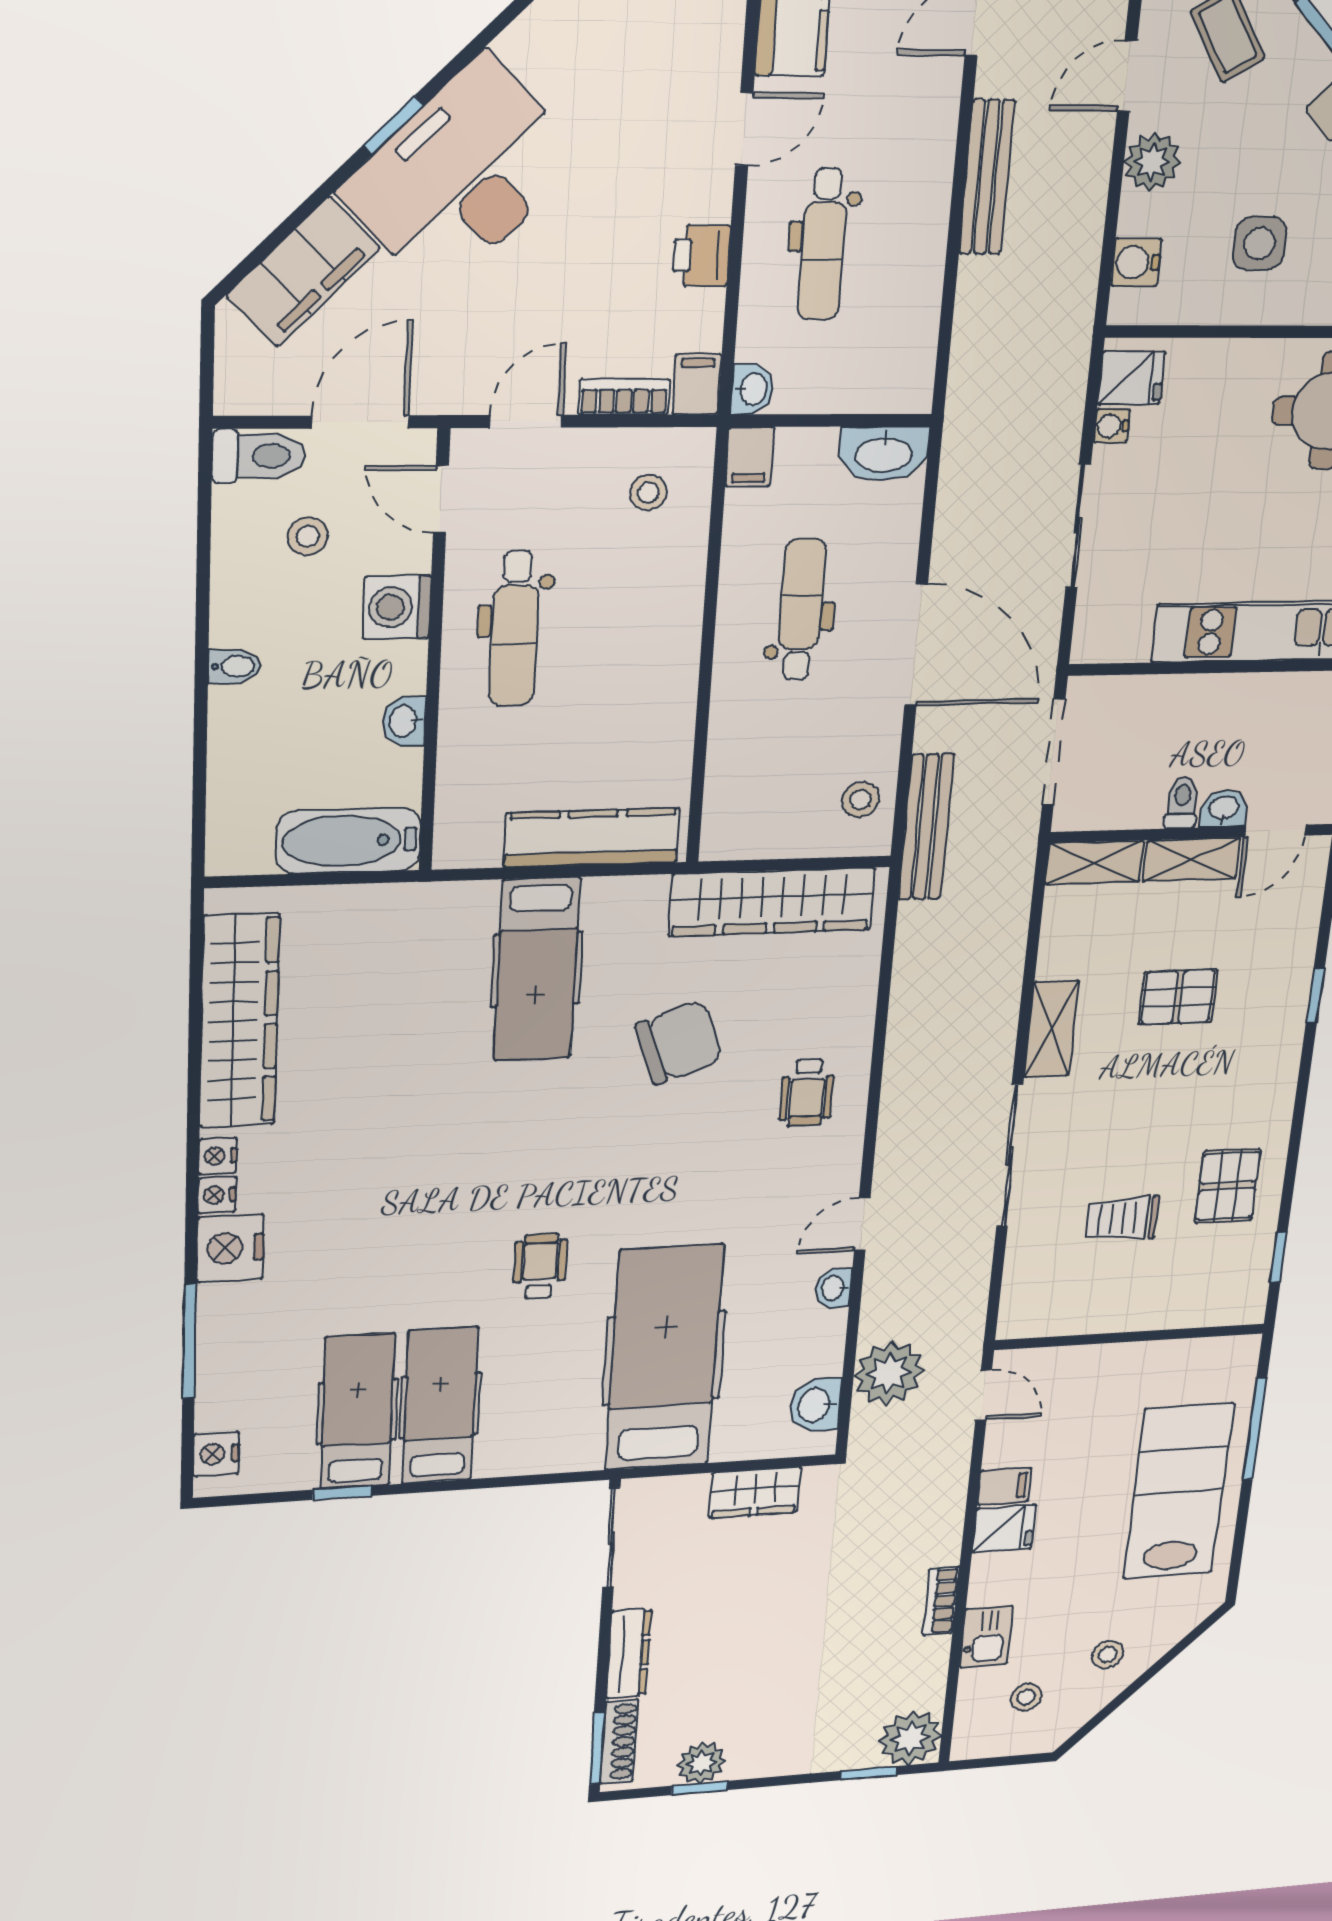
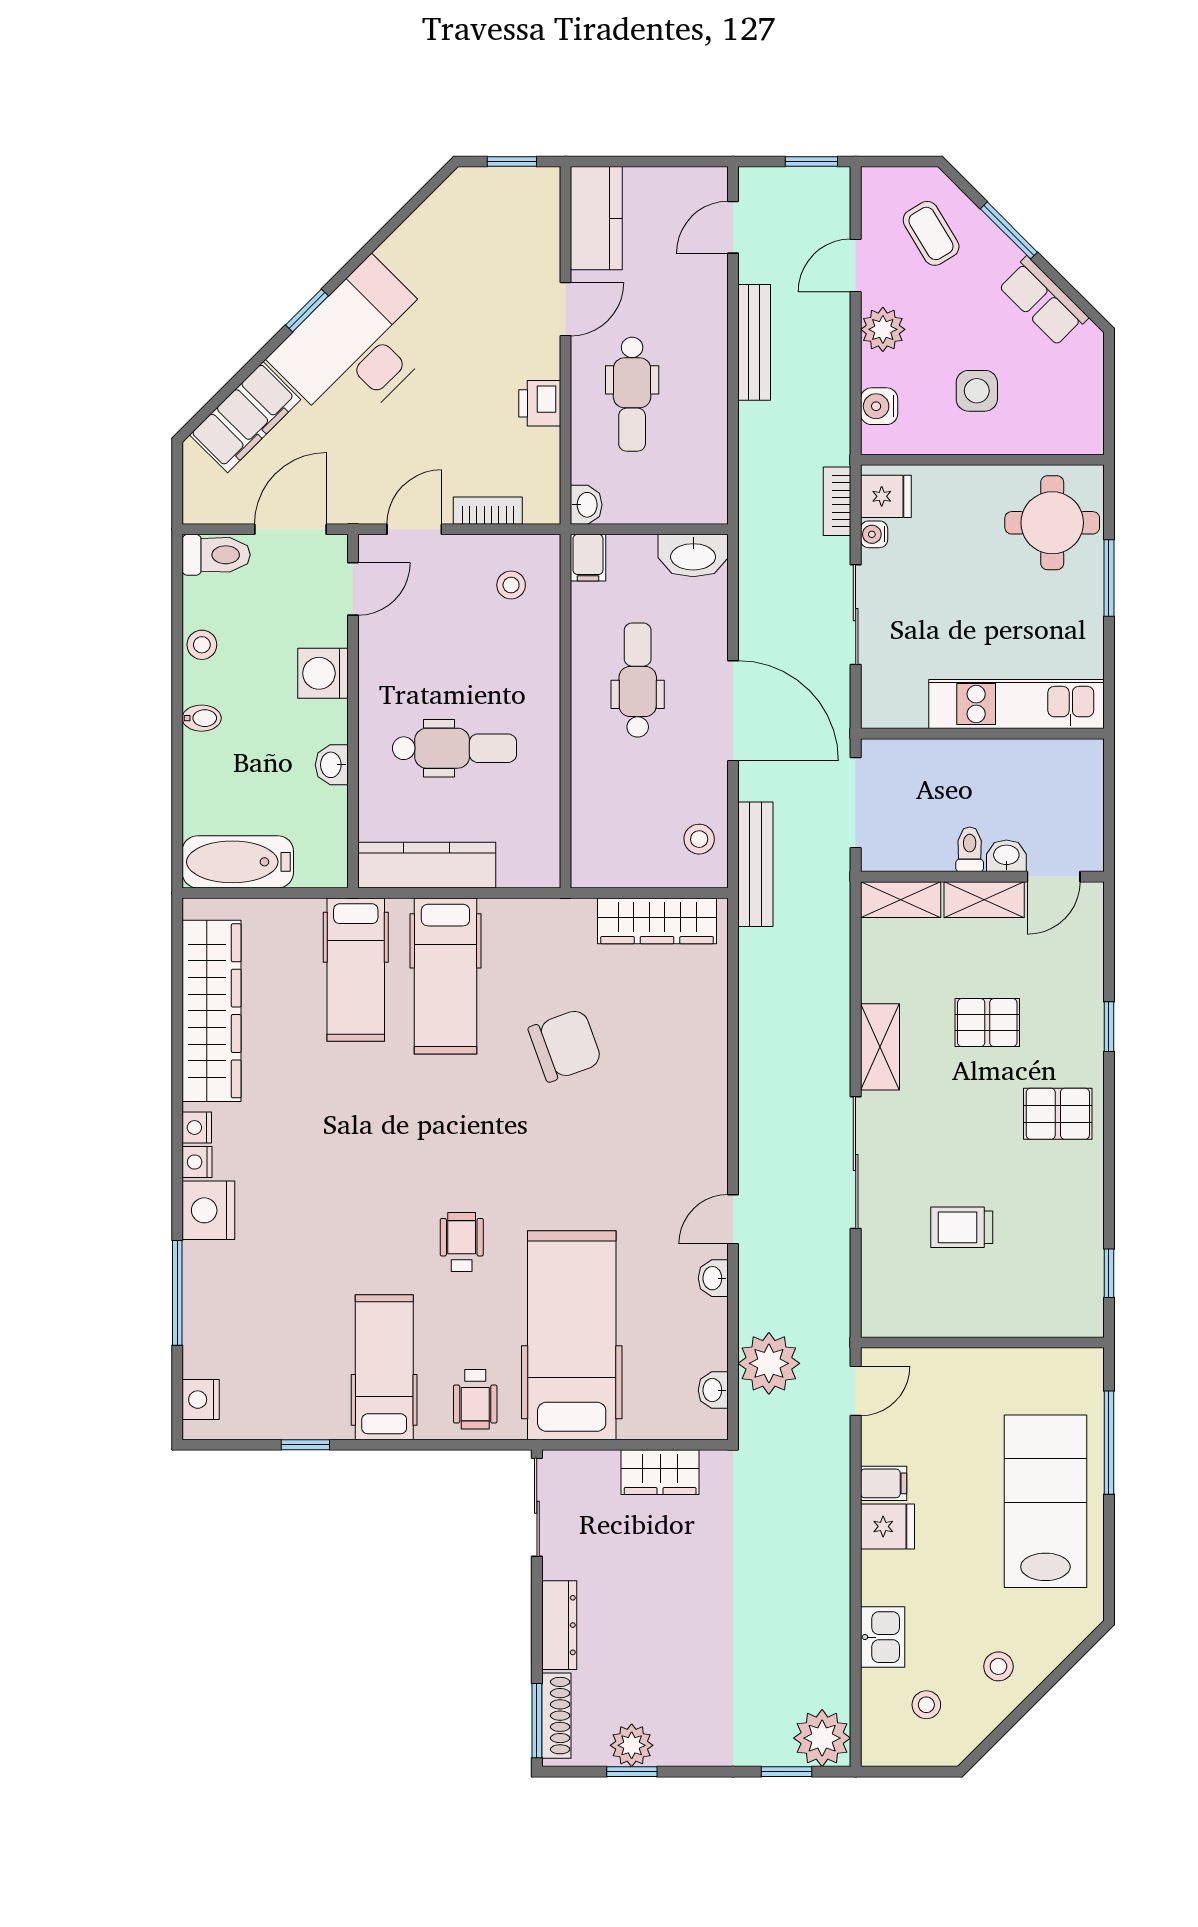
filing cabinet: (697, 384) -> (543, 501), removed
door: (441, 499) -> (353, 589), swing flipped
stool: (308, 536) -> (202, 645), moved
dental chair: (515, 629) -> (454, 748), moved, turned -90
kitchen counter: (592, 838) -> (427, 865), moved
bathtub: (349, 841) -> (238, 862), moved
wardrobe: (772, 902) -> (657, 921), width x0.71, depth x0.85
wheelchair: (807, 1093) -> (475, 1399), moved
pallet: (1228, 1186) -> (1058, 1114), moved, turned 90
door: (984, 1395) -> (856, 1391), hinge flipped
washbasin: (815, 1405) -> (713, 1390), width x0.72, depth x0.69
hospital bed: (357, 1412) -> (356, 970), moved, turned 180
bookcase: (941, 1601) -> (837, 501), moved

